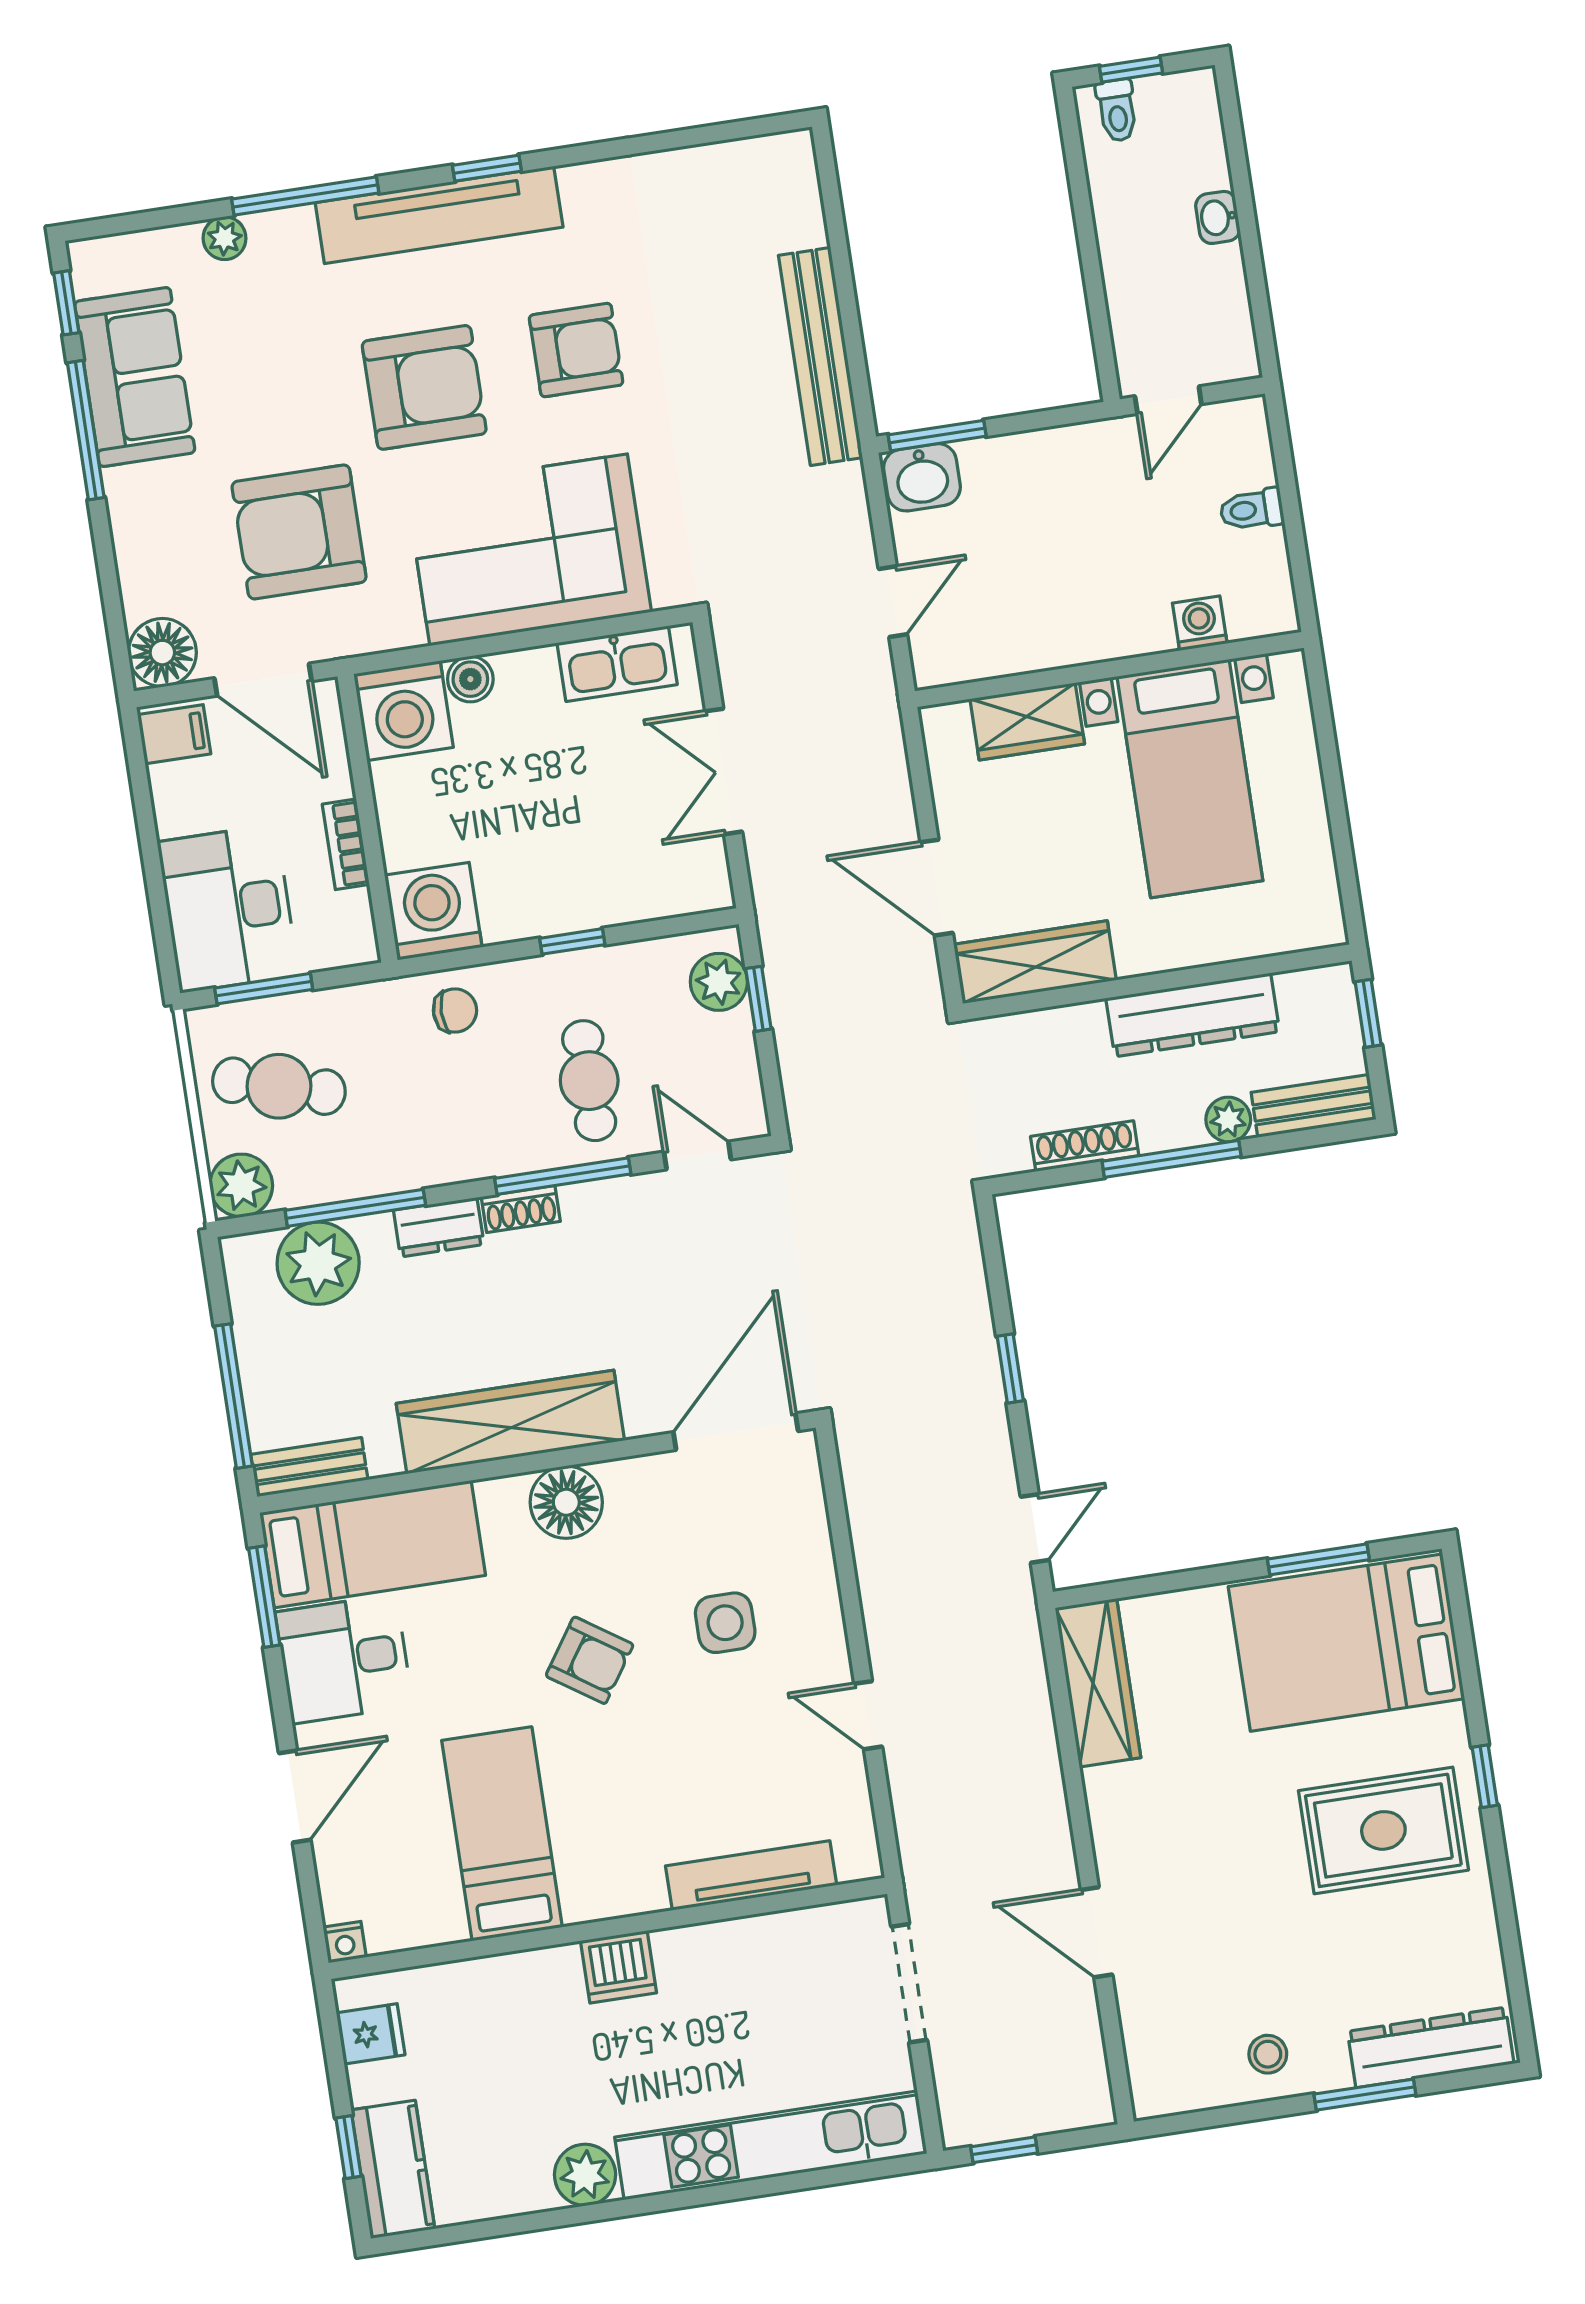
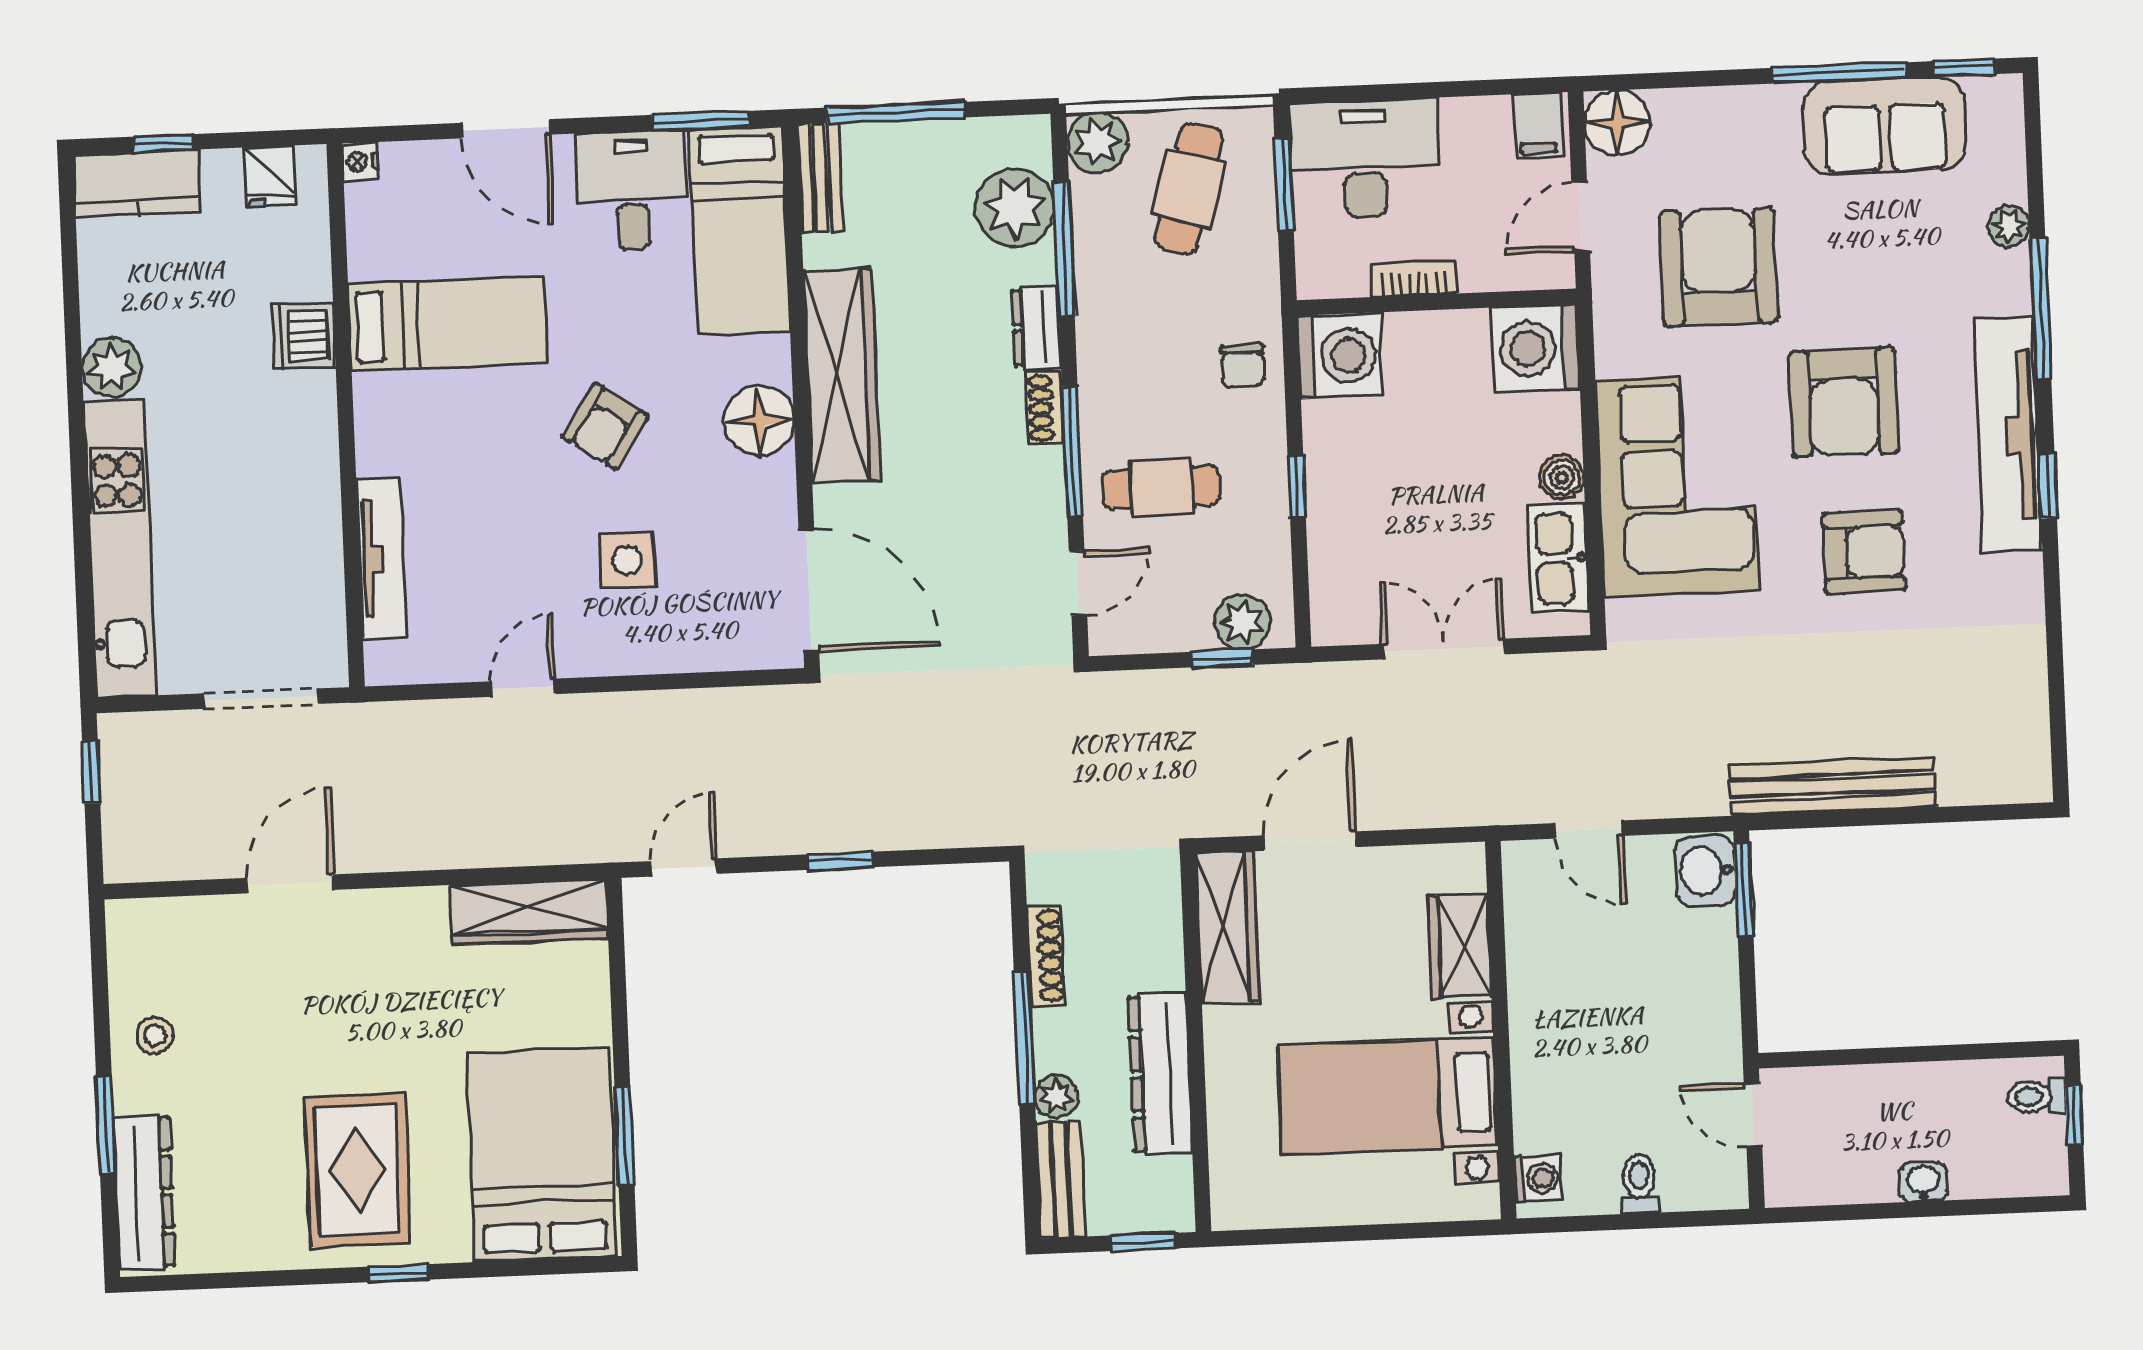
armchair: (576, 350) -> (1864, 552), turned -90
washing machine: (1200, 623) -> (1538, 1178), moved
boiler: (470, 679) -> (1562, 477), moved
door: (263, 680) -> (1581, 217), width x0.73
door: (1035, 1528) -> (684, 867), swing flipped
dishwasher: (618, 1967) -> (304, 336), moved

